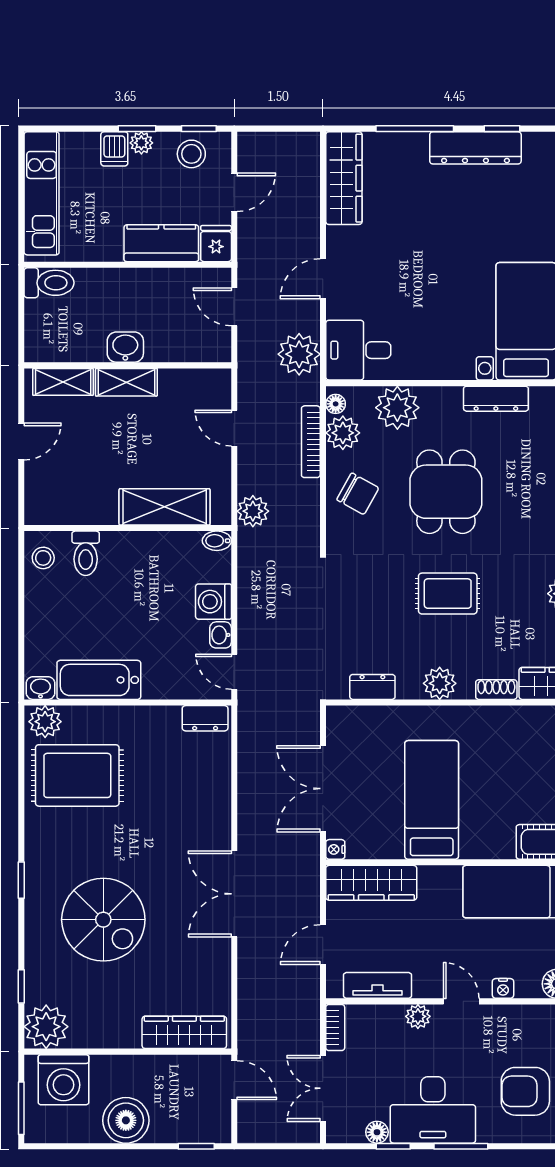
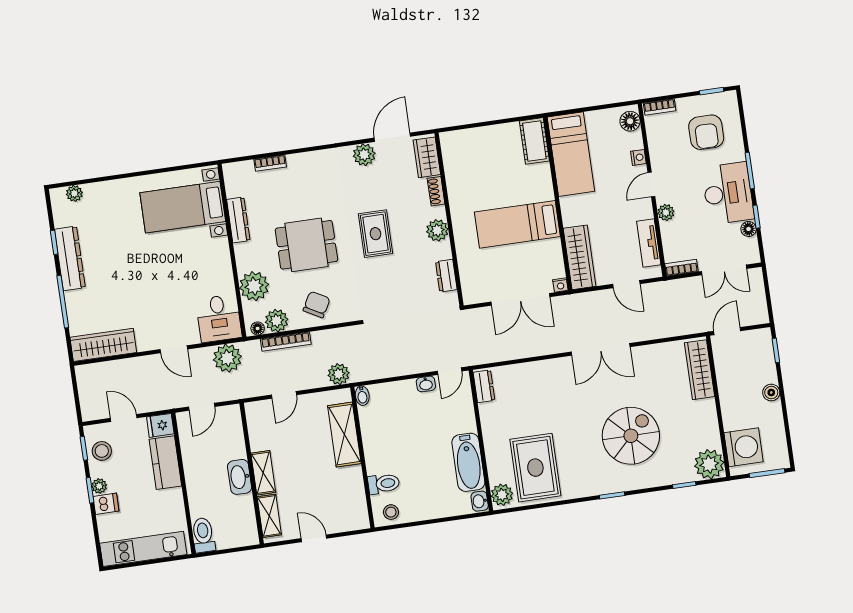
washbasin: (125, 347) -> (240, 477), width x1.38
washing machine: (213, 602) -> (404, 392), removed
boiler: (126, 1120) -> (771, 393), width x0.54, depth x0.54

